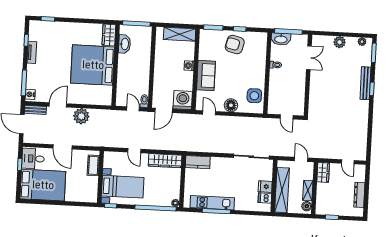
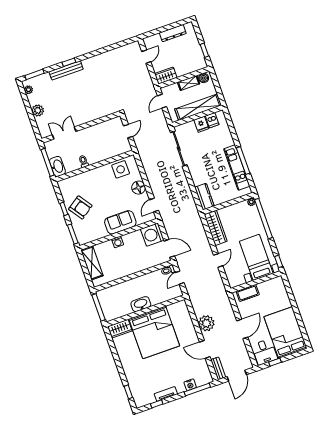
washbasin: (124, 44) -> (141, 304), moved
armchair: (235, 45) -> (80, 207), turned -49
nightstand: (30, 94) -> (190, 385), moved

